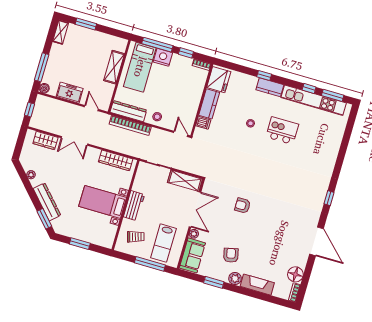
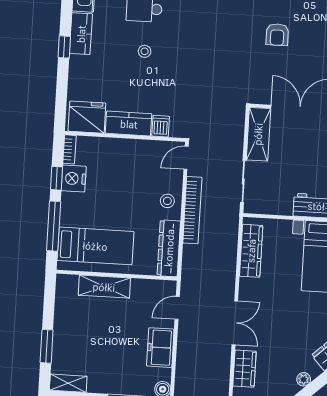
nightstand: (163, 57) -> (74, 179), moved
bookcase: (130, 125) -> (192, 210), moved

